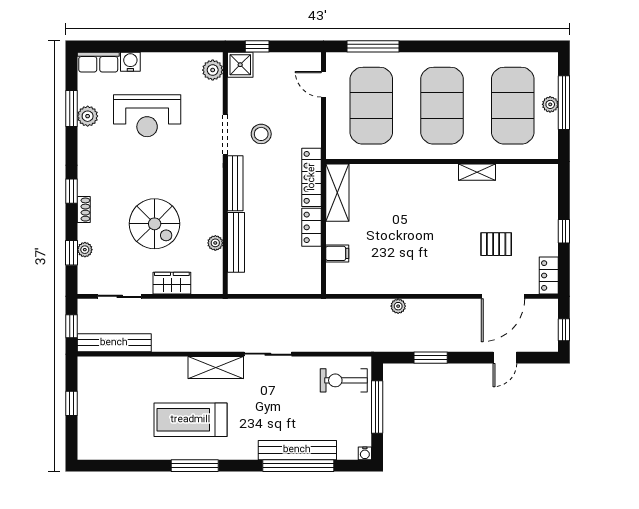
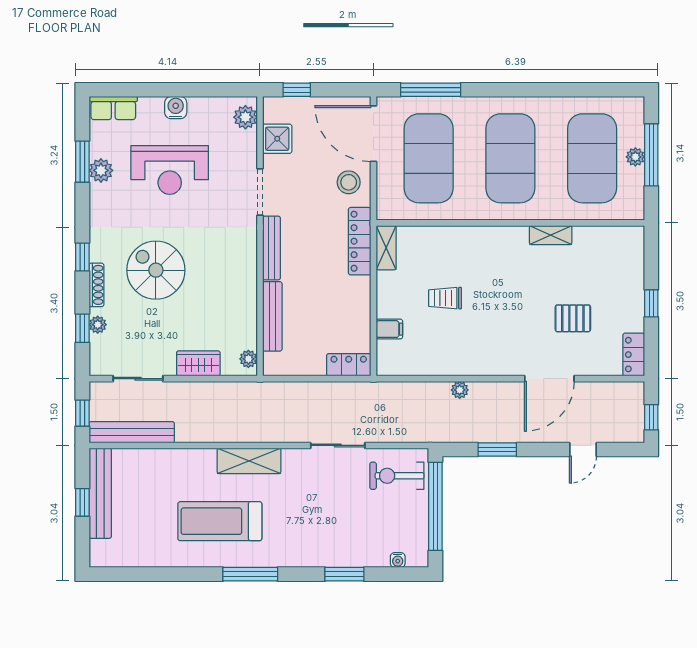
water cooler: (130, 62) -> (176, 108), moved
shower: (240, 65) -> (277, 139), moved
door: (324, 84) -> (373, 134), width x1.88
stool: (261, 134) -> (349, 182), moved
shelving: (337, 193) -> (386, 248), width x0.67, depth x0.75
shoe rack: (84, 210) -> (96, 285), width x1.43
spiral stairs: (155, 224) -> (156, 270), moved, turned 180
locker: (312, 227) -> (349, 365), moved, turned 90
trolley: (385, 227) -> (445, 298), added
plant: (215, 243) -> (248, 359), moved
door: (503, 296) -> (549, 379), moved
sliding door: (268, 354) -> (338, 445), moved
window: (377, 407) -> (435, 506), width x1.46
bench: (297, 450) -> (100, 493), moved, turned 90
water cooler: (365, 453) -> (398, 560), moved
window: (195, 466) -> (250, 574), moved
window: (298, 466) -> (344, 574), width x0.47

